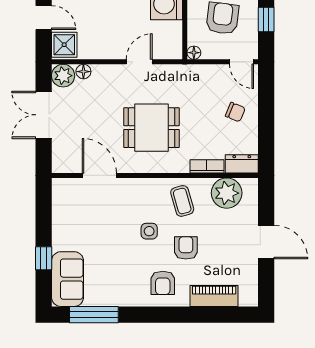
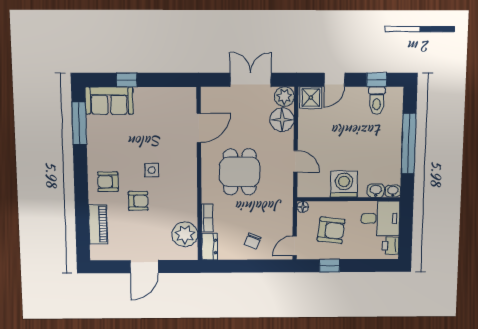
floor lamp: (83, 72) -> (282, 120), width x1.89, depth x1.89
coffee table: (182, 201) -> (178, 198), removed

